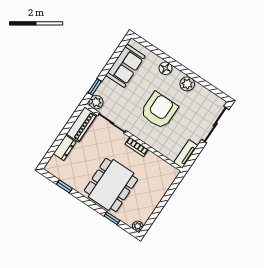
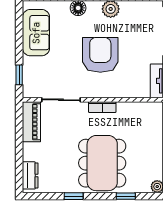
plant: (96, 102) -> (31, 89), removed
dresser: (65, 148) -> (30, 175), moved
window: (64, 186) -> (74, 196), moved

